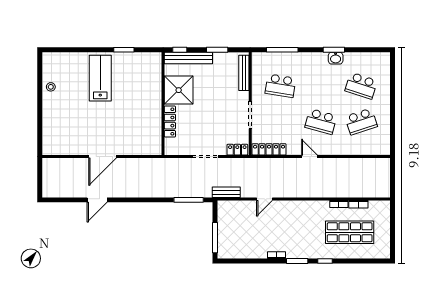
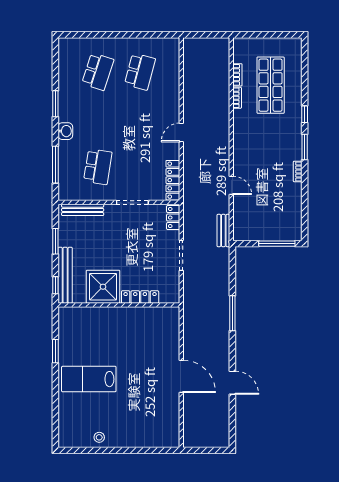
washbasin: (336, 58) -> (65, 131), moved
school desk: (321, 121) -> (140, 119), removed
school desk: (361, 121) -> (140, 72), turned 33
window: (189, 200) -> (232, 313), moved

